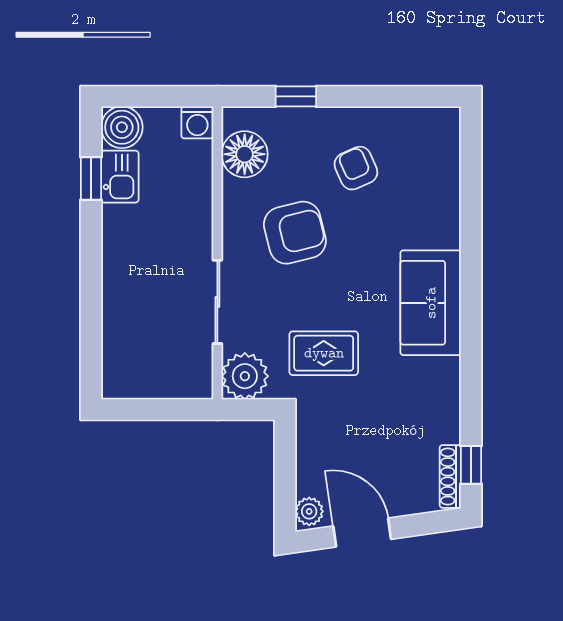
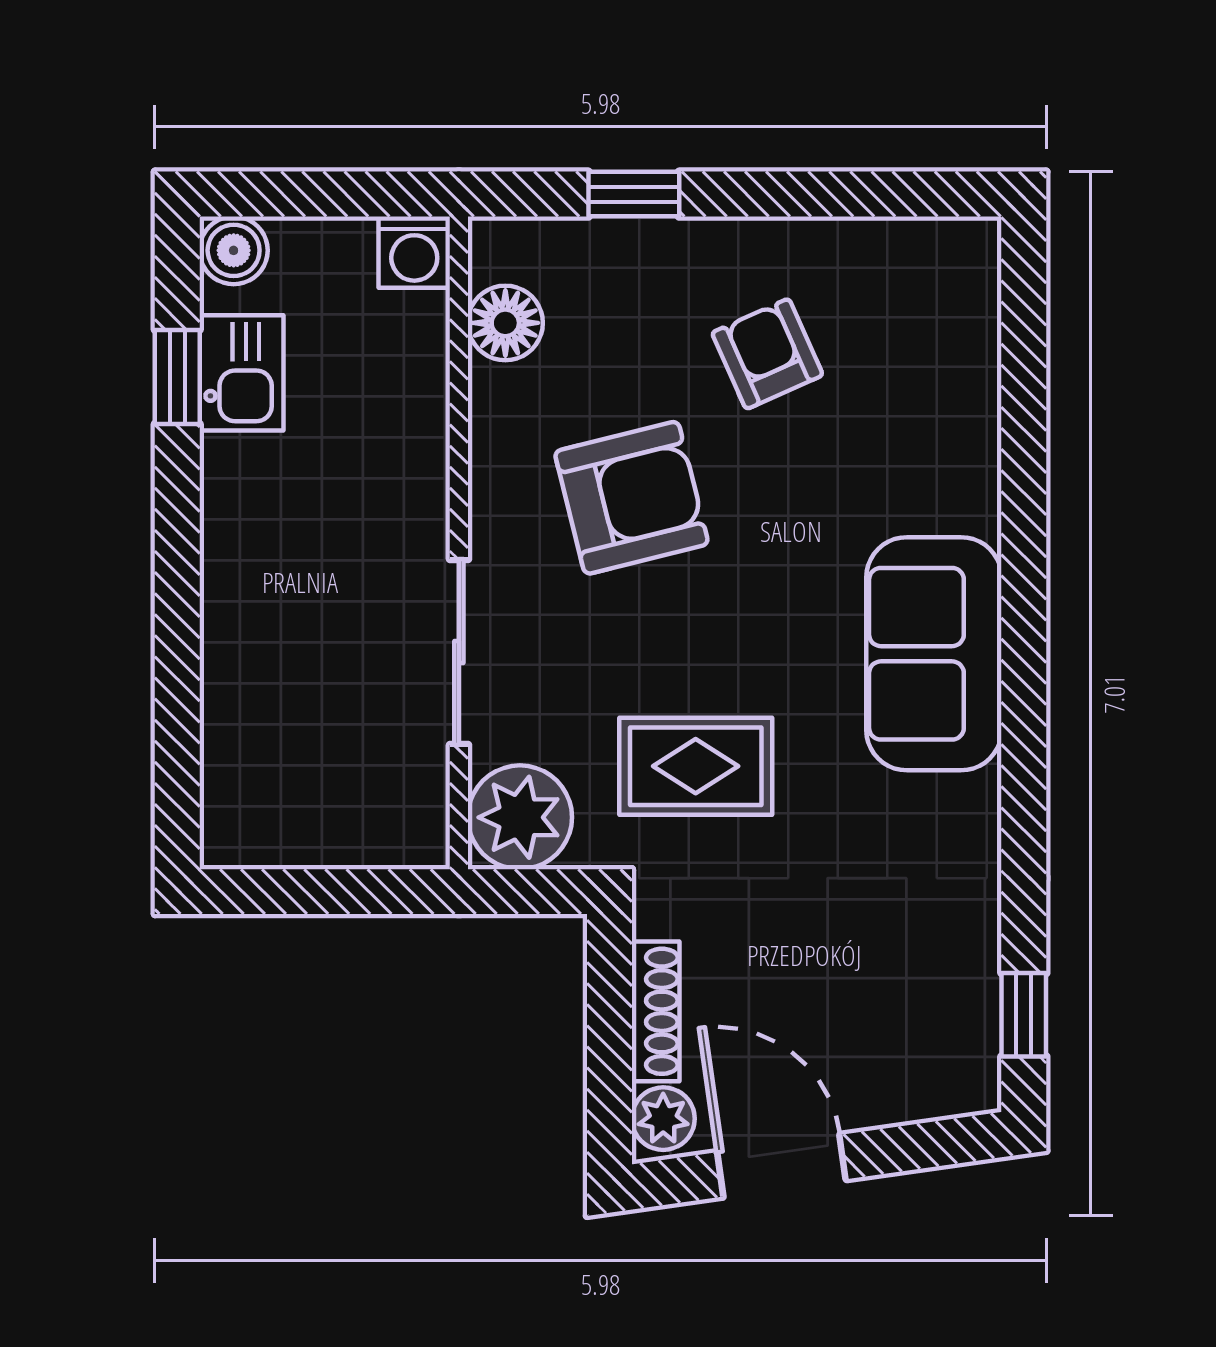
boiler: (122, 127) -> (234, 250), width x0.73, depth x0.73
floor lamp: (245, 154) -> (505, 323), width x0.73, depth x0.73
shoe rack: (450, 476) -> (656, 1011), moved, turned 180

